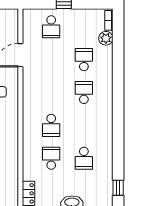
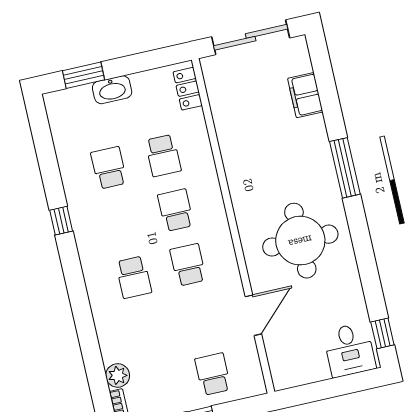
school desk: (84, 60) -> (188, 265), moved, turned 180
window: (118, 188) -> (61, 221), moved

